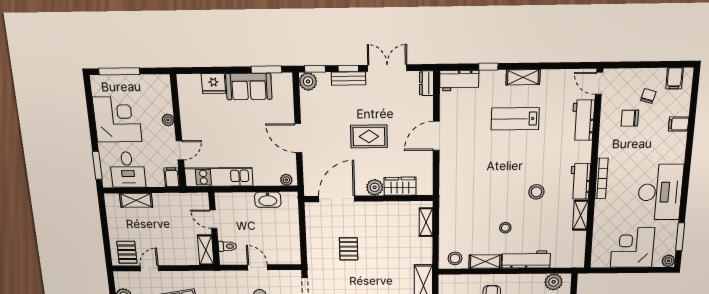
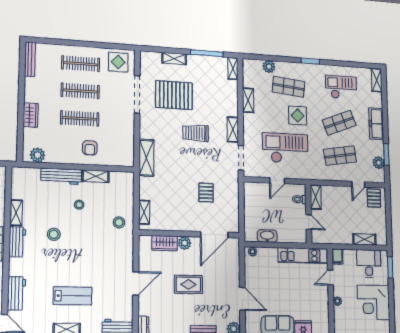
door: (298, 138) -> (242, 299), moved
stool: (455, 258) -> (119, 222), moved
door: (258, 267) -> (277, 181), hinge flipped

